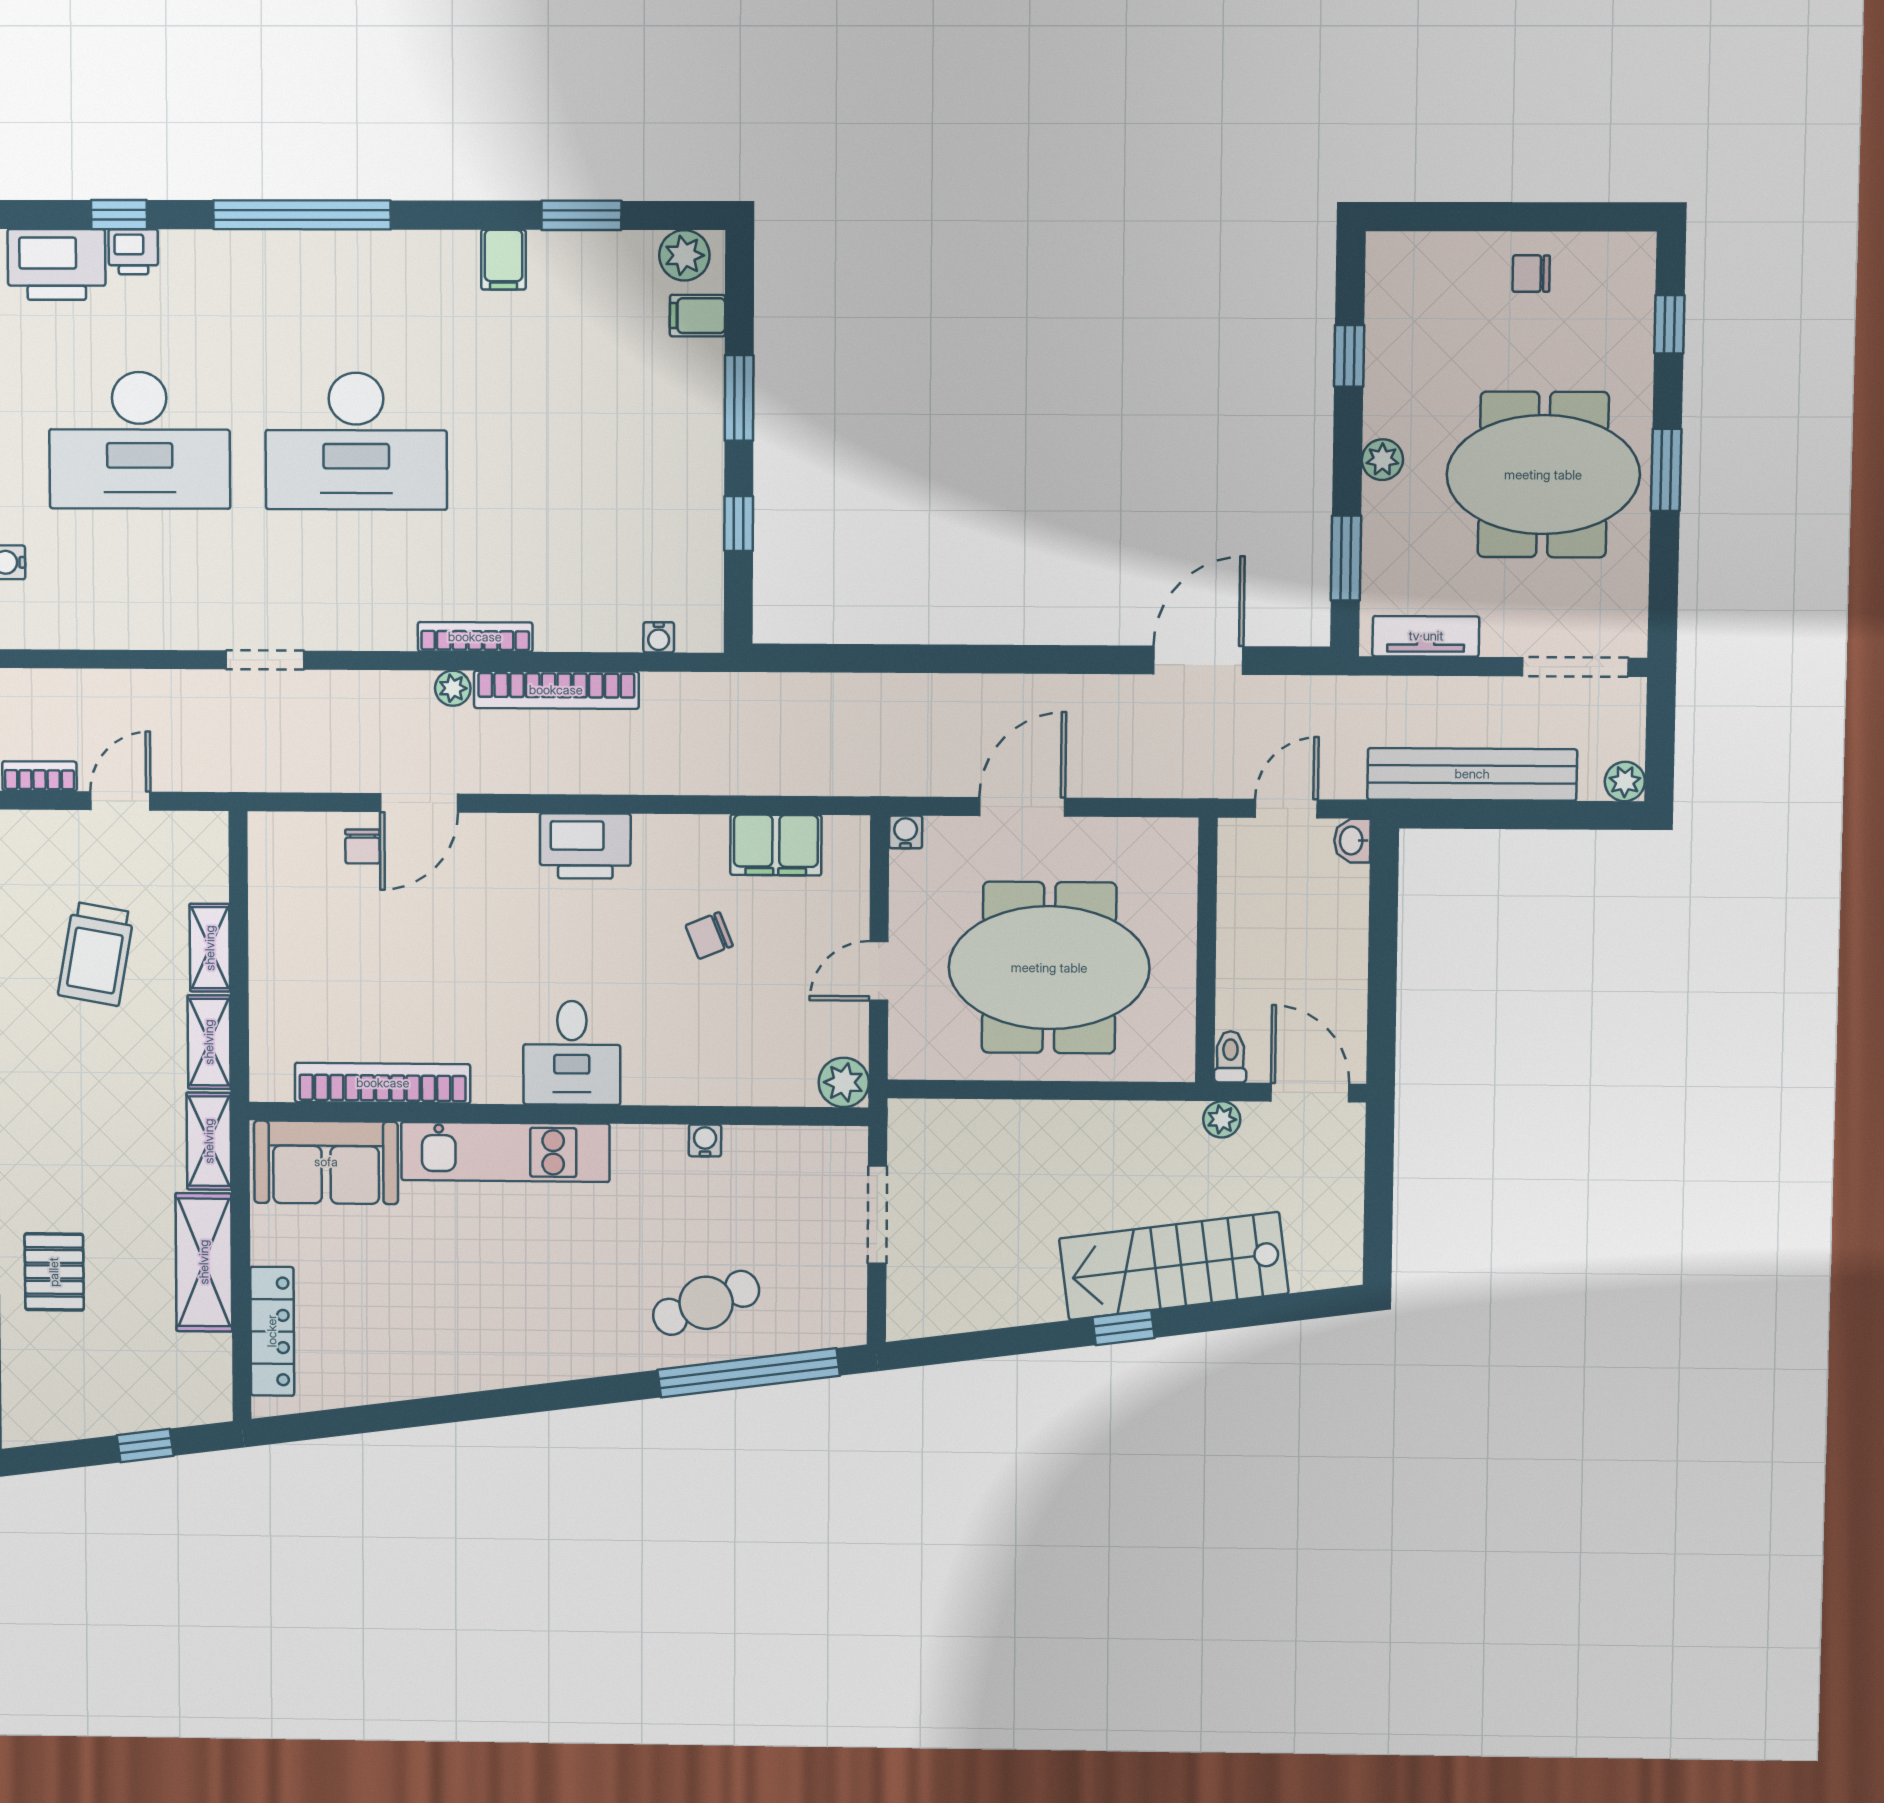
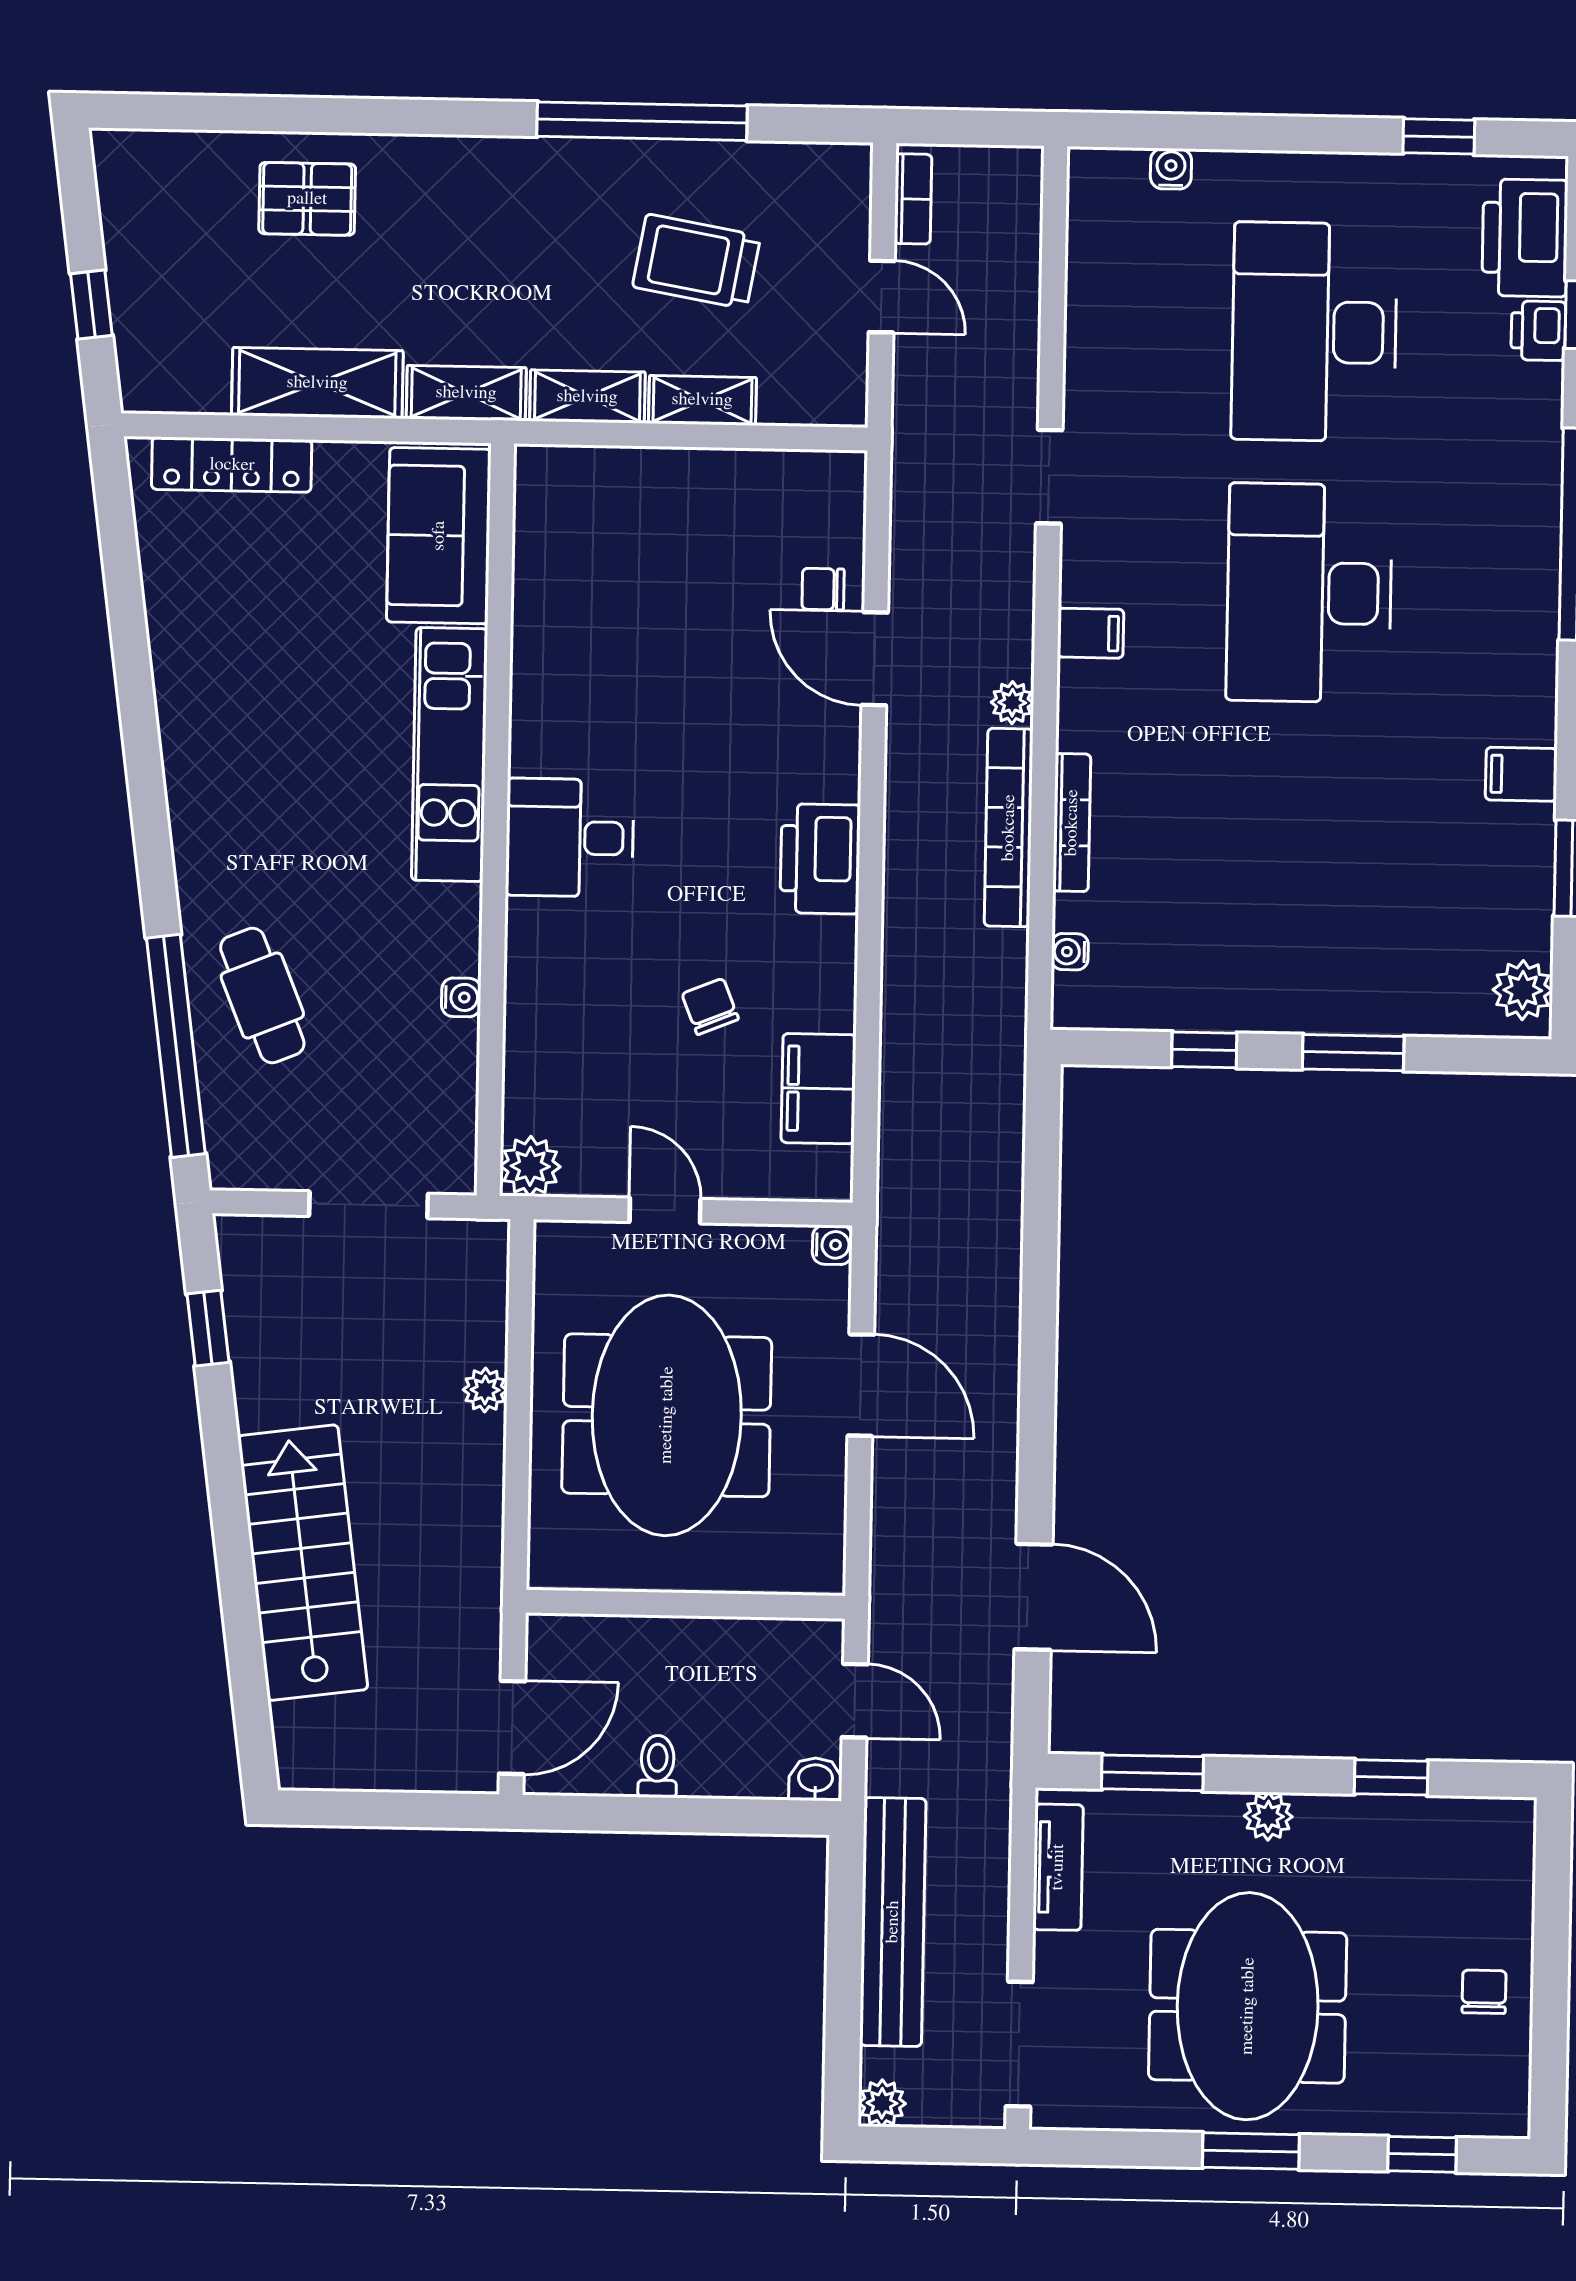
filing cabinet: (697, 316) -> (1090, 633), moved, turned 90
bookcase: (475, 637) -> (1072, 823), moved
toilet: (1230, 1057) -> (657, 1766), moved, turned -90
bookcase: (383, 1083) -> (535, 607), removed
plant: (1222, 1119) -> (485, 1390), moved
window: (1123, 1328) -> (208, 1328), moved

